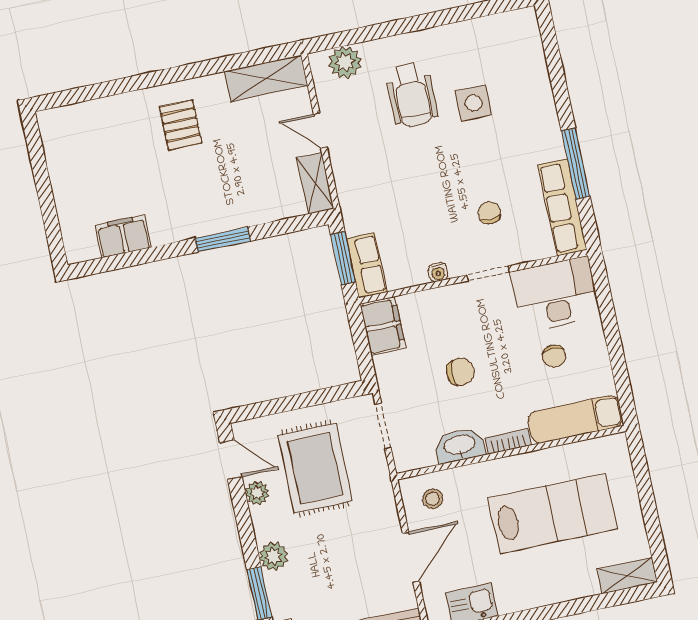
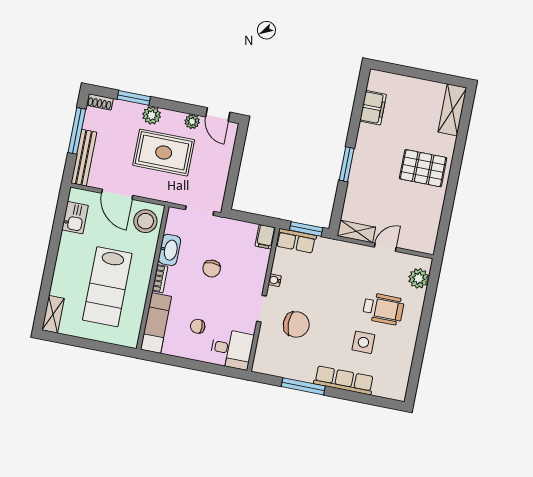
shelving: (266, 78) -> (452, 110), moved
wheelchair: (412, 95) -> (383, 309), turned 180
pallet: (180, 125) -> (423, 168), width x1.50, depth x1.42
row of seats: (562, 207) -> (344, 380), moved
chair: (489, 213) -> (296, 324), width x1.87, depth x1.87
desk: (555, 294) -> (232, 349), width x0.73
filing cabinet: (383, 326) -> (265, 237), width x0.50
door: (231, 460) -> (218, 115), hinge flipped
rug: (315, 468) -> (164, 153), moved
stool: (433, 499) -> (145, 221), width x1.89, depth x1.89

